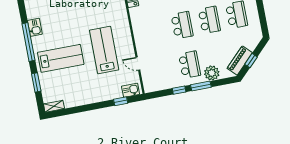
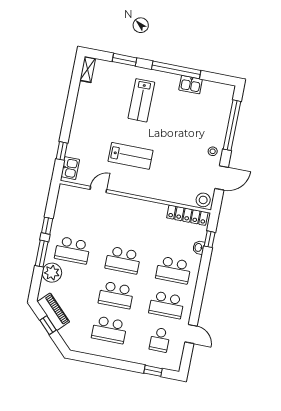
lab bench: (104, 50) -> (131, 156), width x0.73, depth x0.72
lab bench: (61, 58) -> (141, 100), width x0.73, depth x0.72

